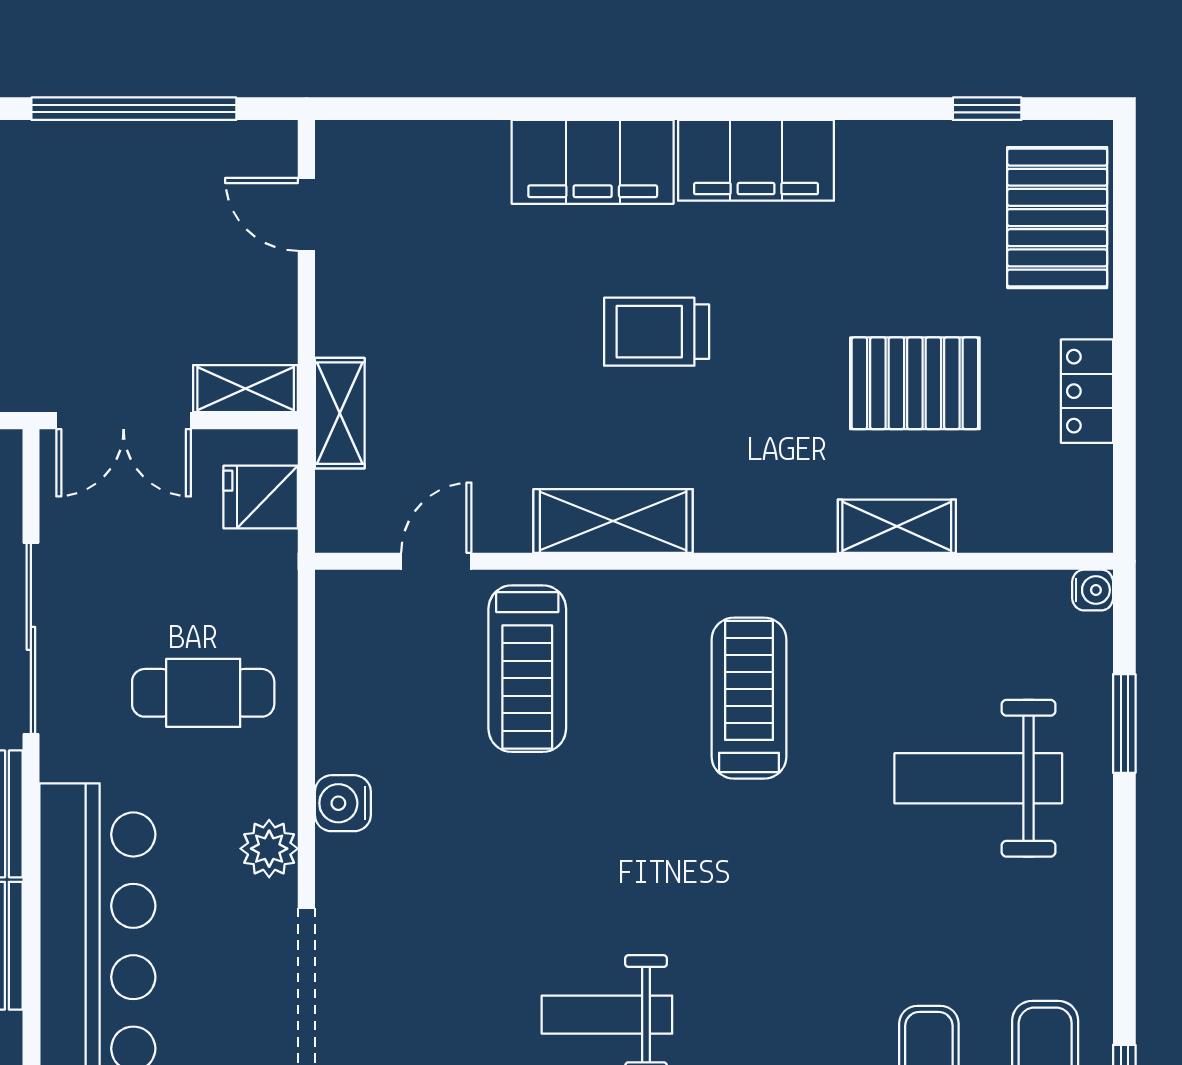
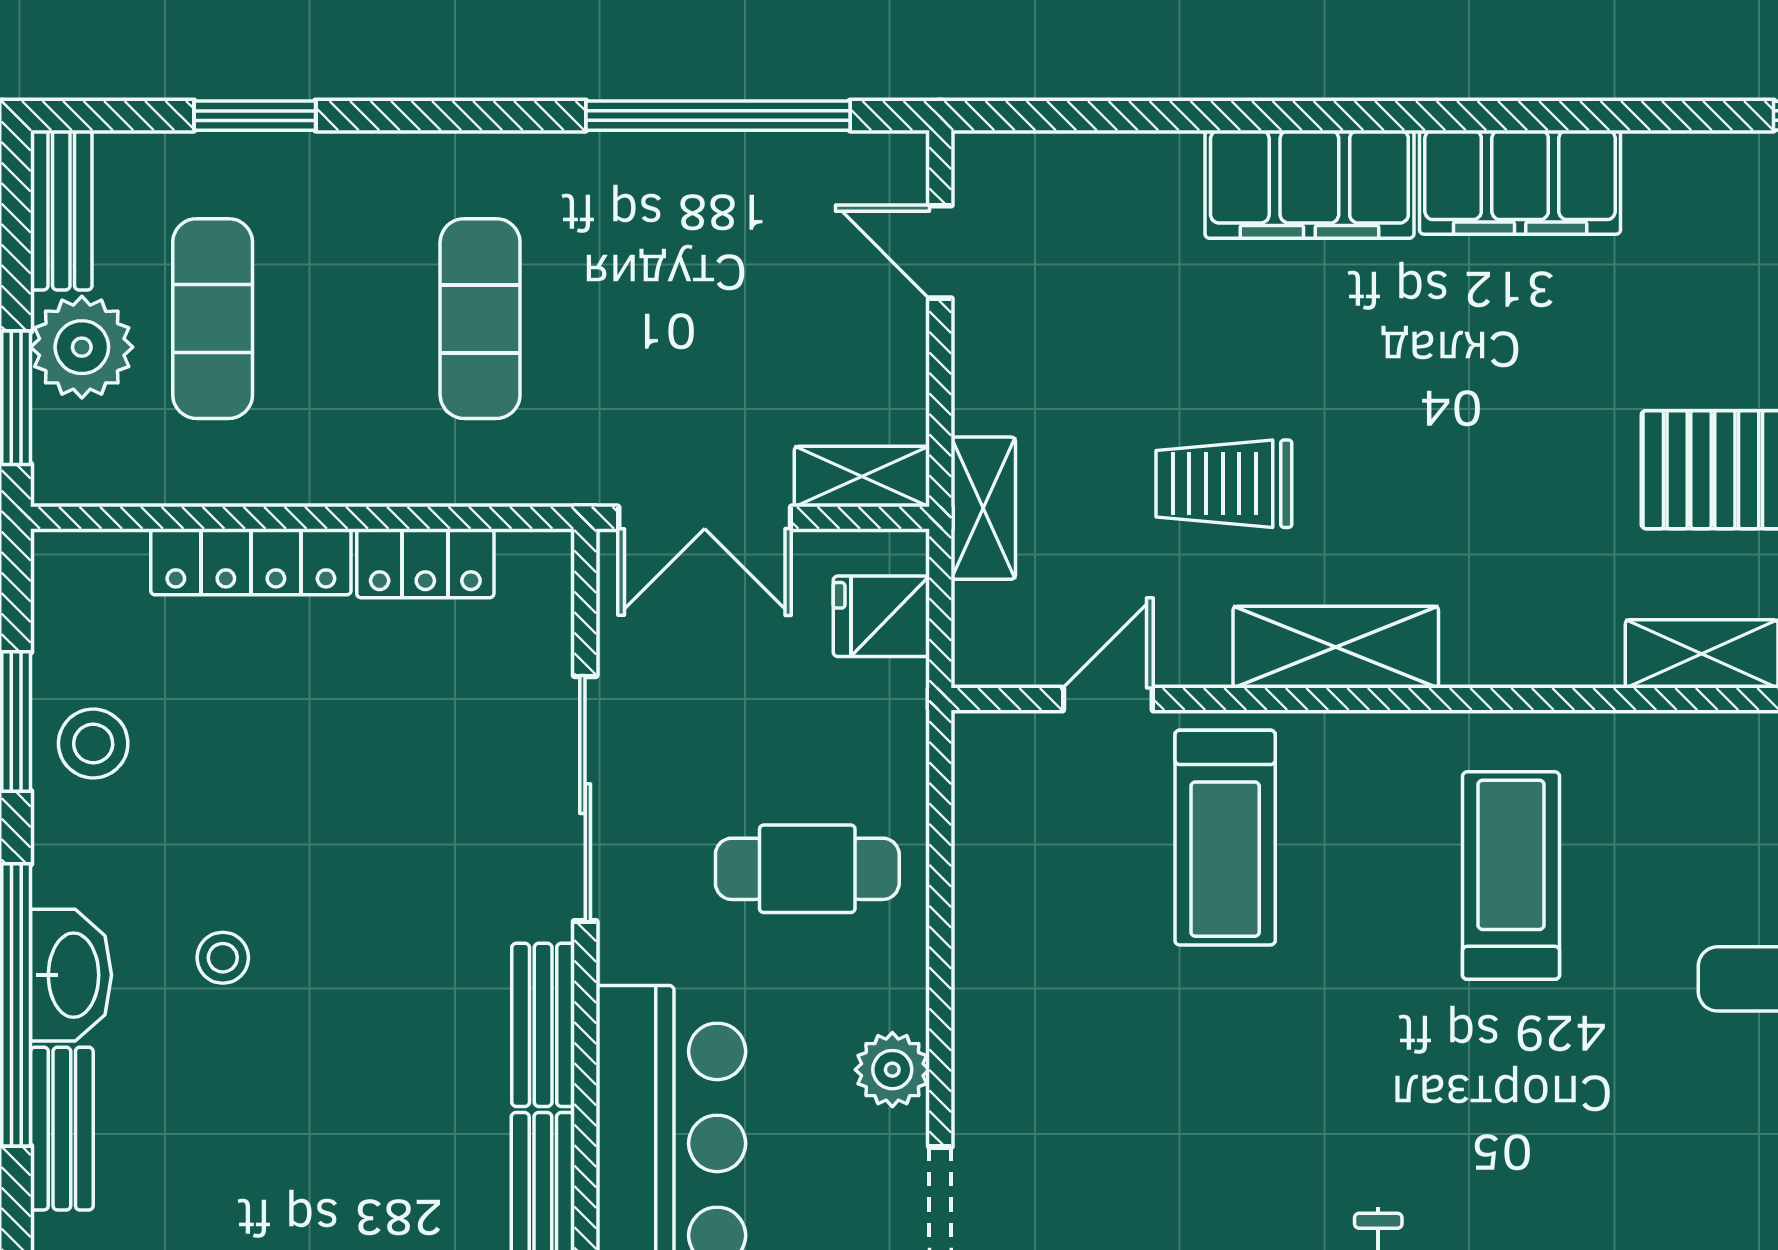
trolley: (657, 332) -> (1224, 484), moved
water cooler: (343, 803) -> (987, 1011), removed

